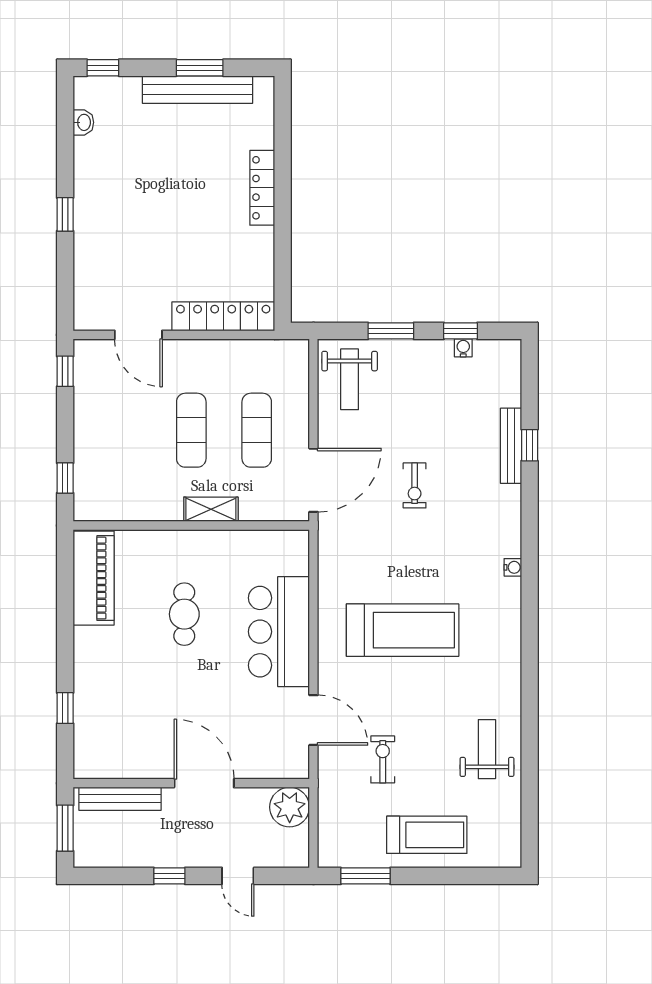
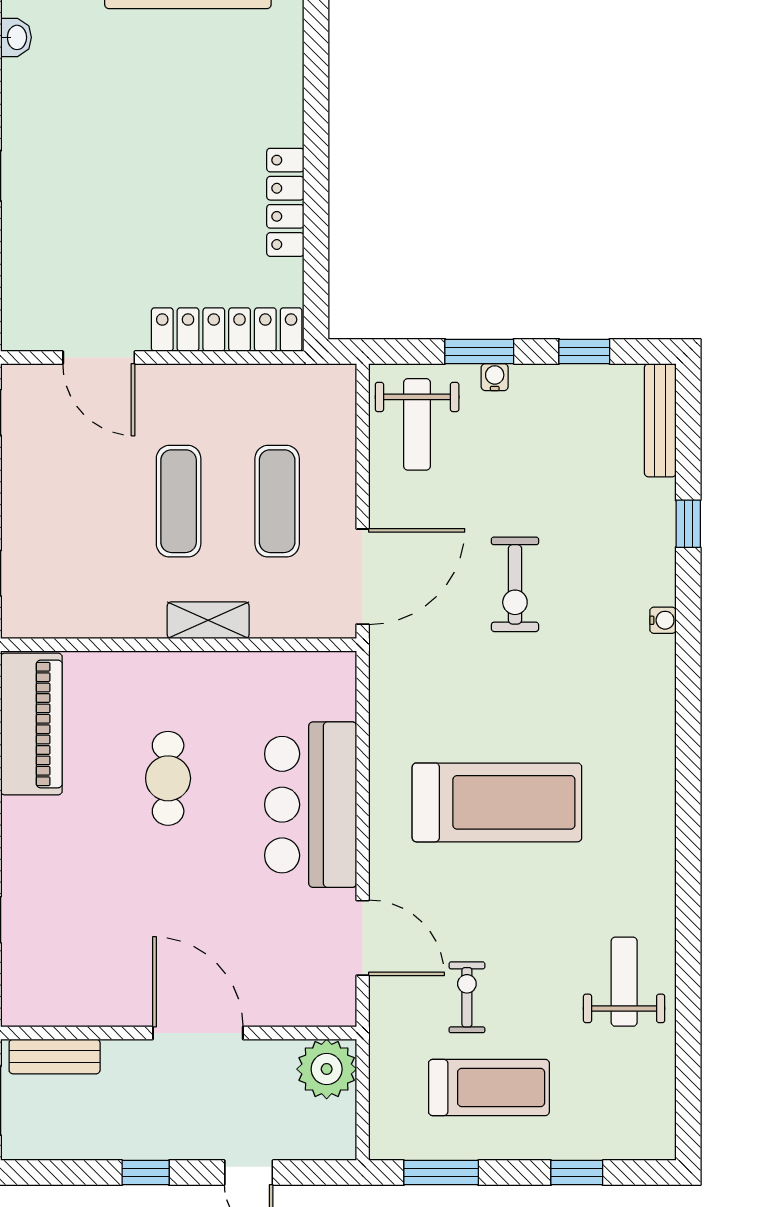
locker: (262, 188) -> (285, 202), moved
water cooler: (463, 348) -> (495, 377), moved
bench: (511, 446) -> (660, 420), moved
exercise bike: (415, 485) -> (515, 584), width x1.38, depth x1.39
water cooler: (513, 567) -> (663, 620), moved
bench: (120, 799) -> (55, 1057), width x0.73
treadmill: (427, 835) -> (489, 1087), moved
window: (456, 876) -> (577, 1173), added

